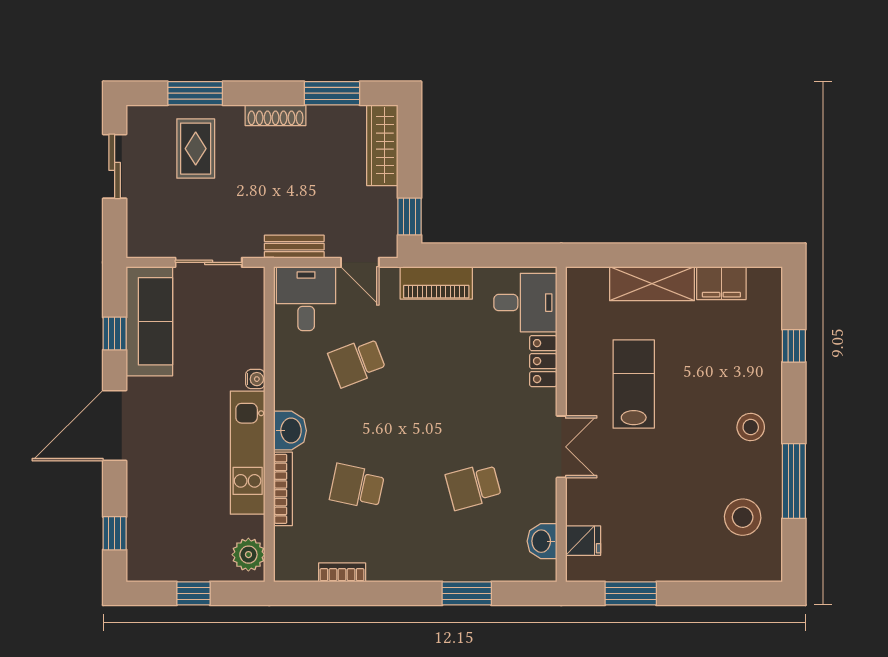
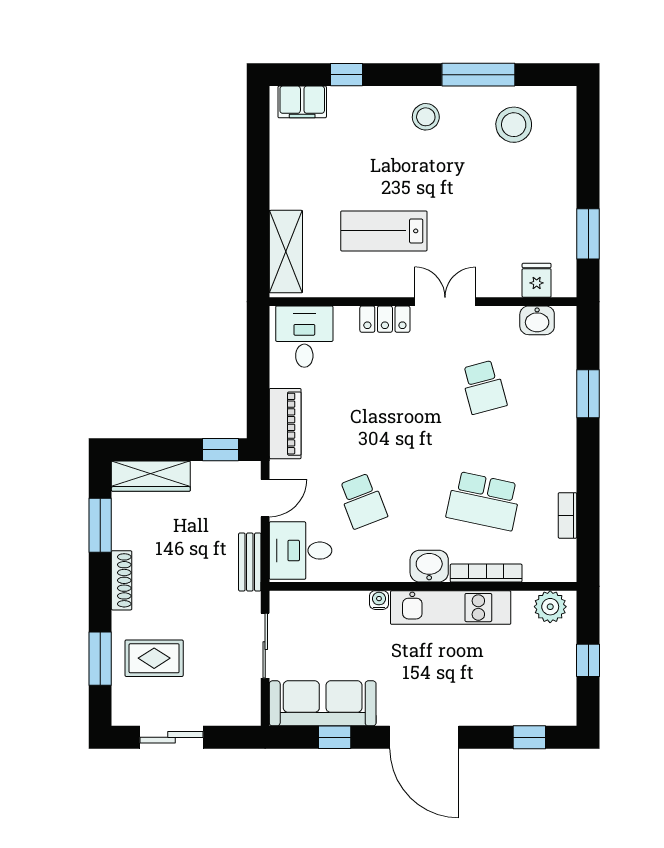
filing cabinet: (721, 283) -> (302, 102), moved, turned 90
shelving: (652, 284) -> (286, 252), moved
locker: (543, 361) -> (385, 319), moved
school desk: (357, 486) -> (484, 501), width x1.85

